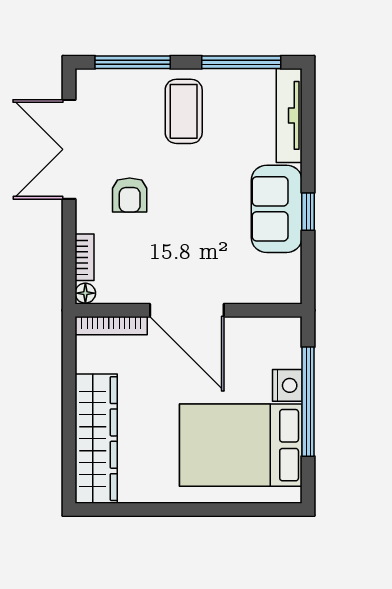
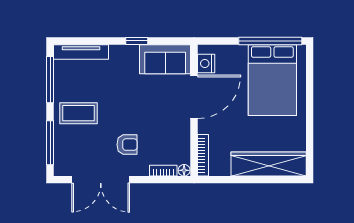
sofa: (277, 209) -> (165, 59), moved
door: (187, 310) -> (194, 97), moved
nightstand: (287, 385) -> (206, 63), moved, turned -90
window: (308, 402) -> (270, 41), moved

